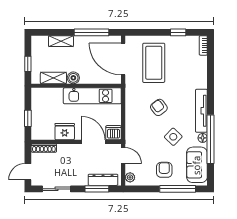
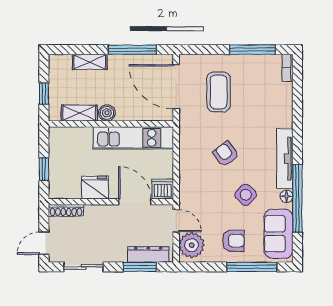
window: (178, 32) -> (252, 50), width x2.17
coffee table: (154, 63) -> (219, 92), width x0.73, depth x0.76
armchair: (164, 170) -> (233, 241), turned 90
plant: (130, 177) -> (192, 245), width x1.88, depth x1.88

